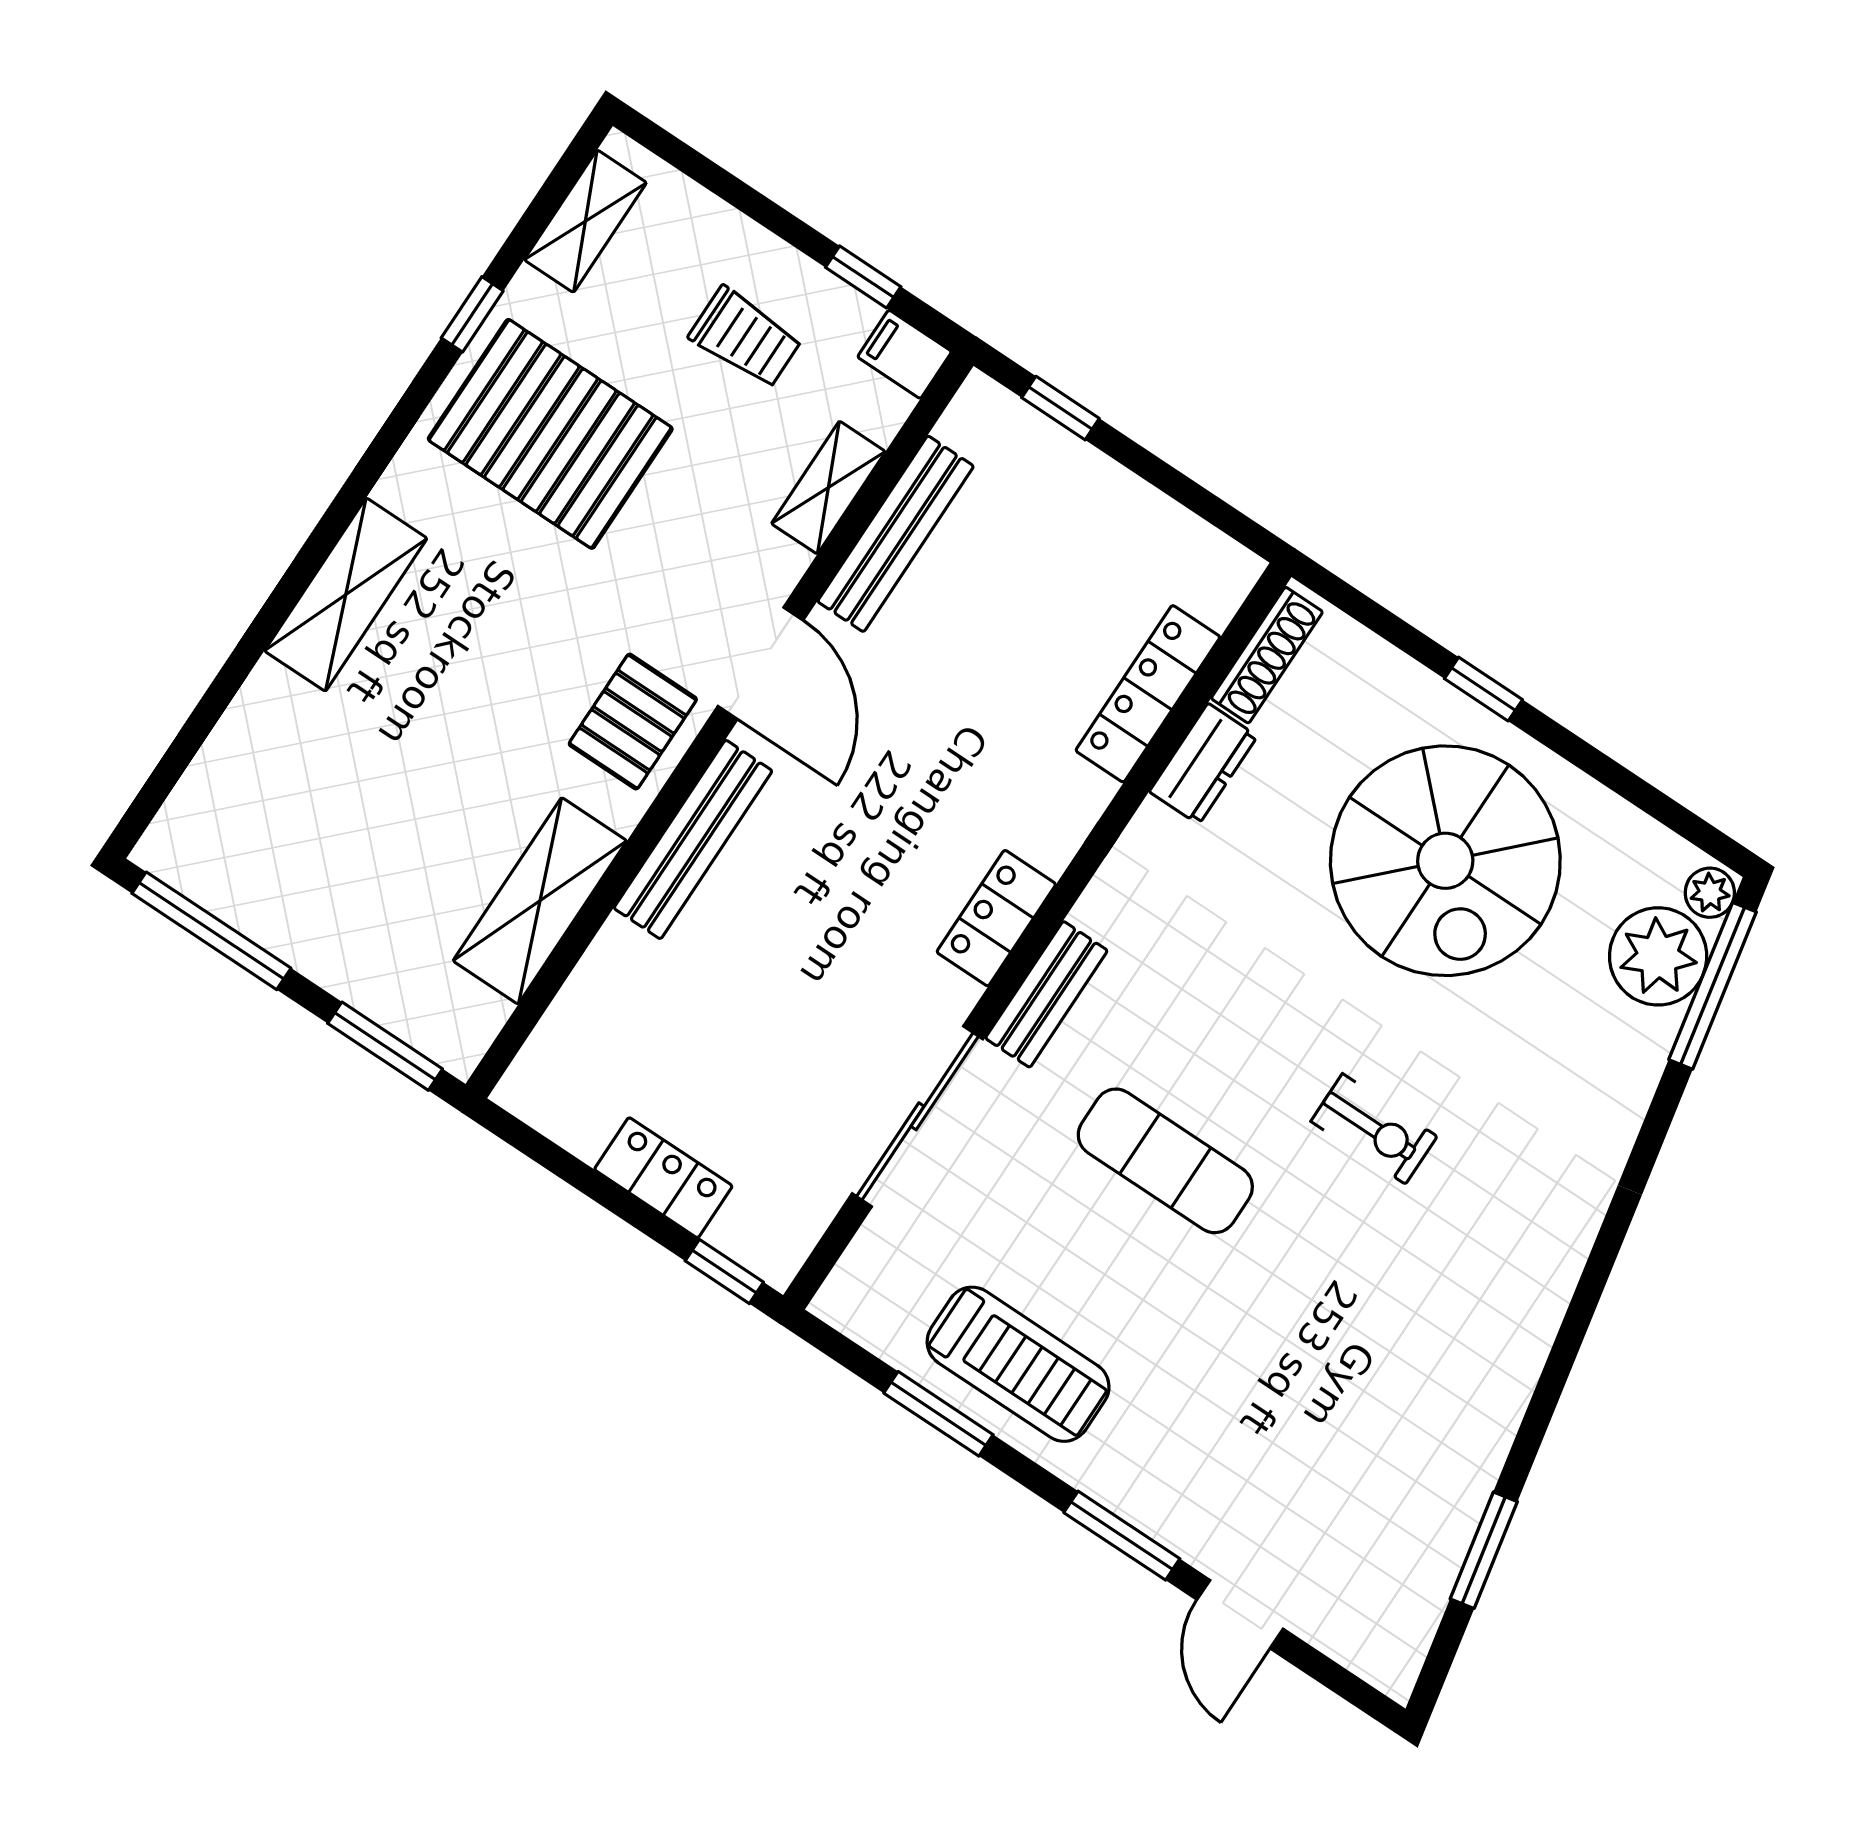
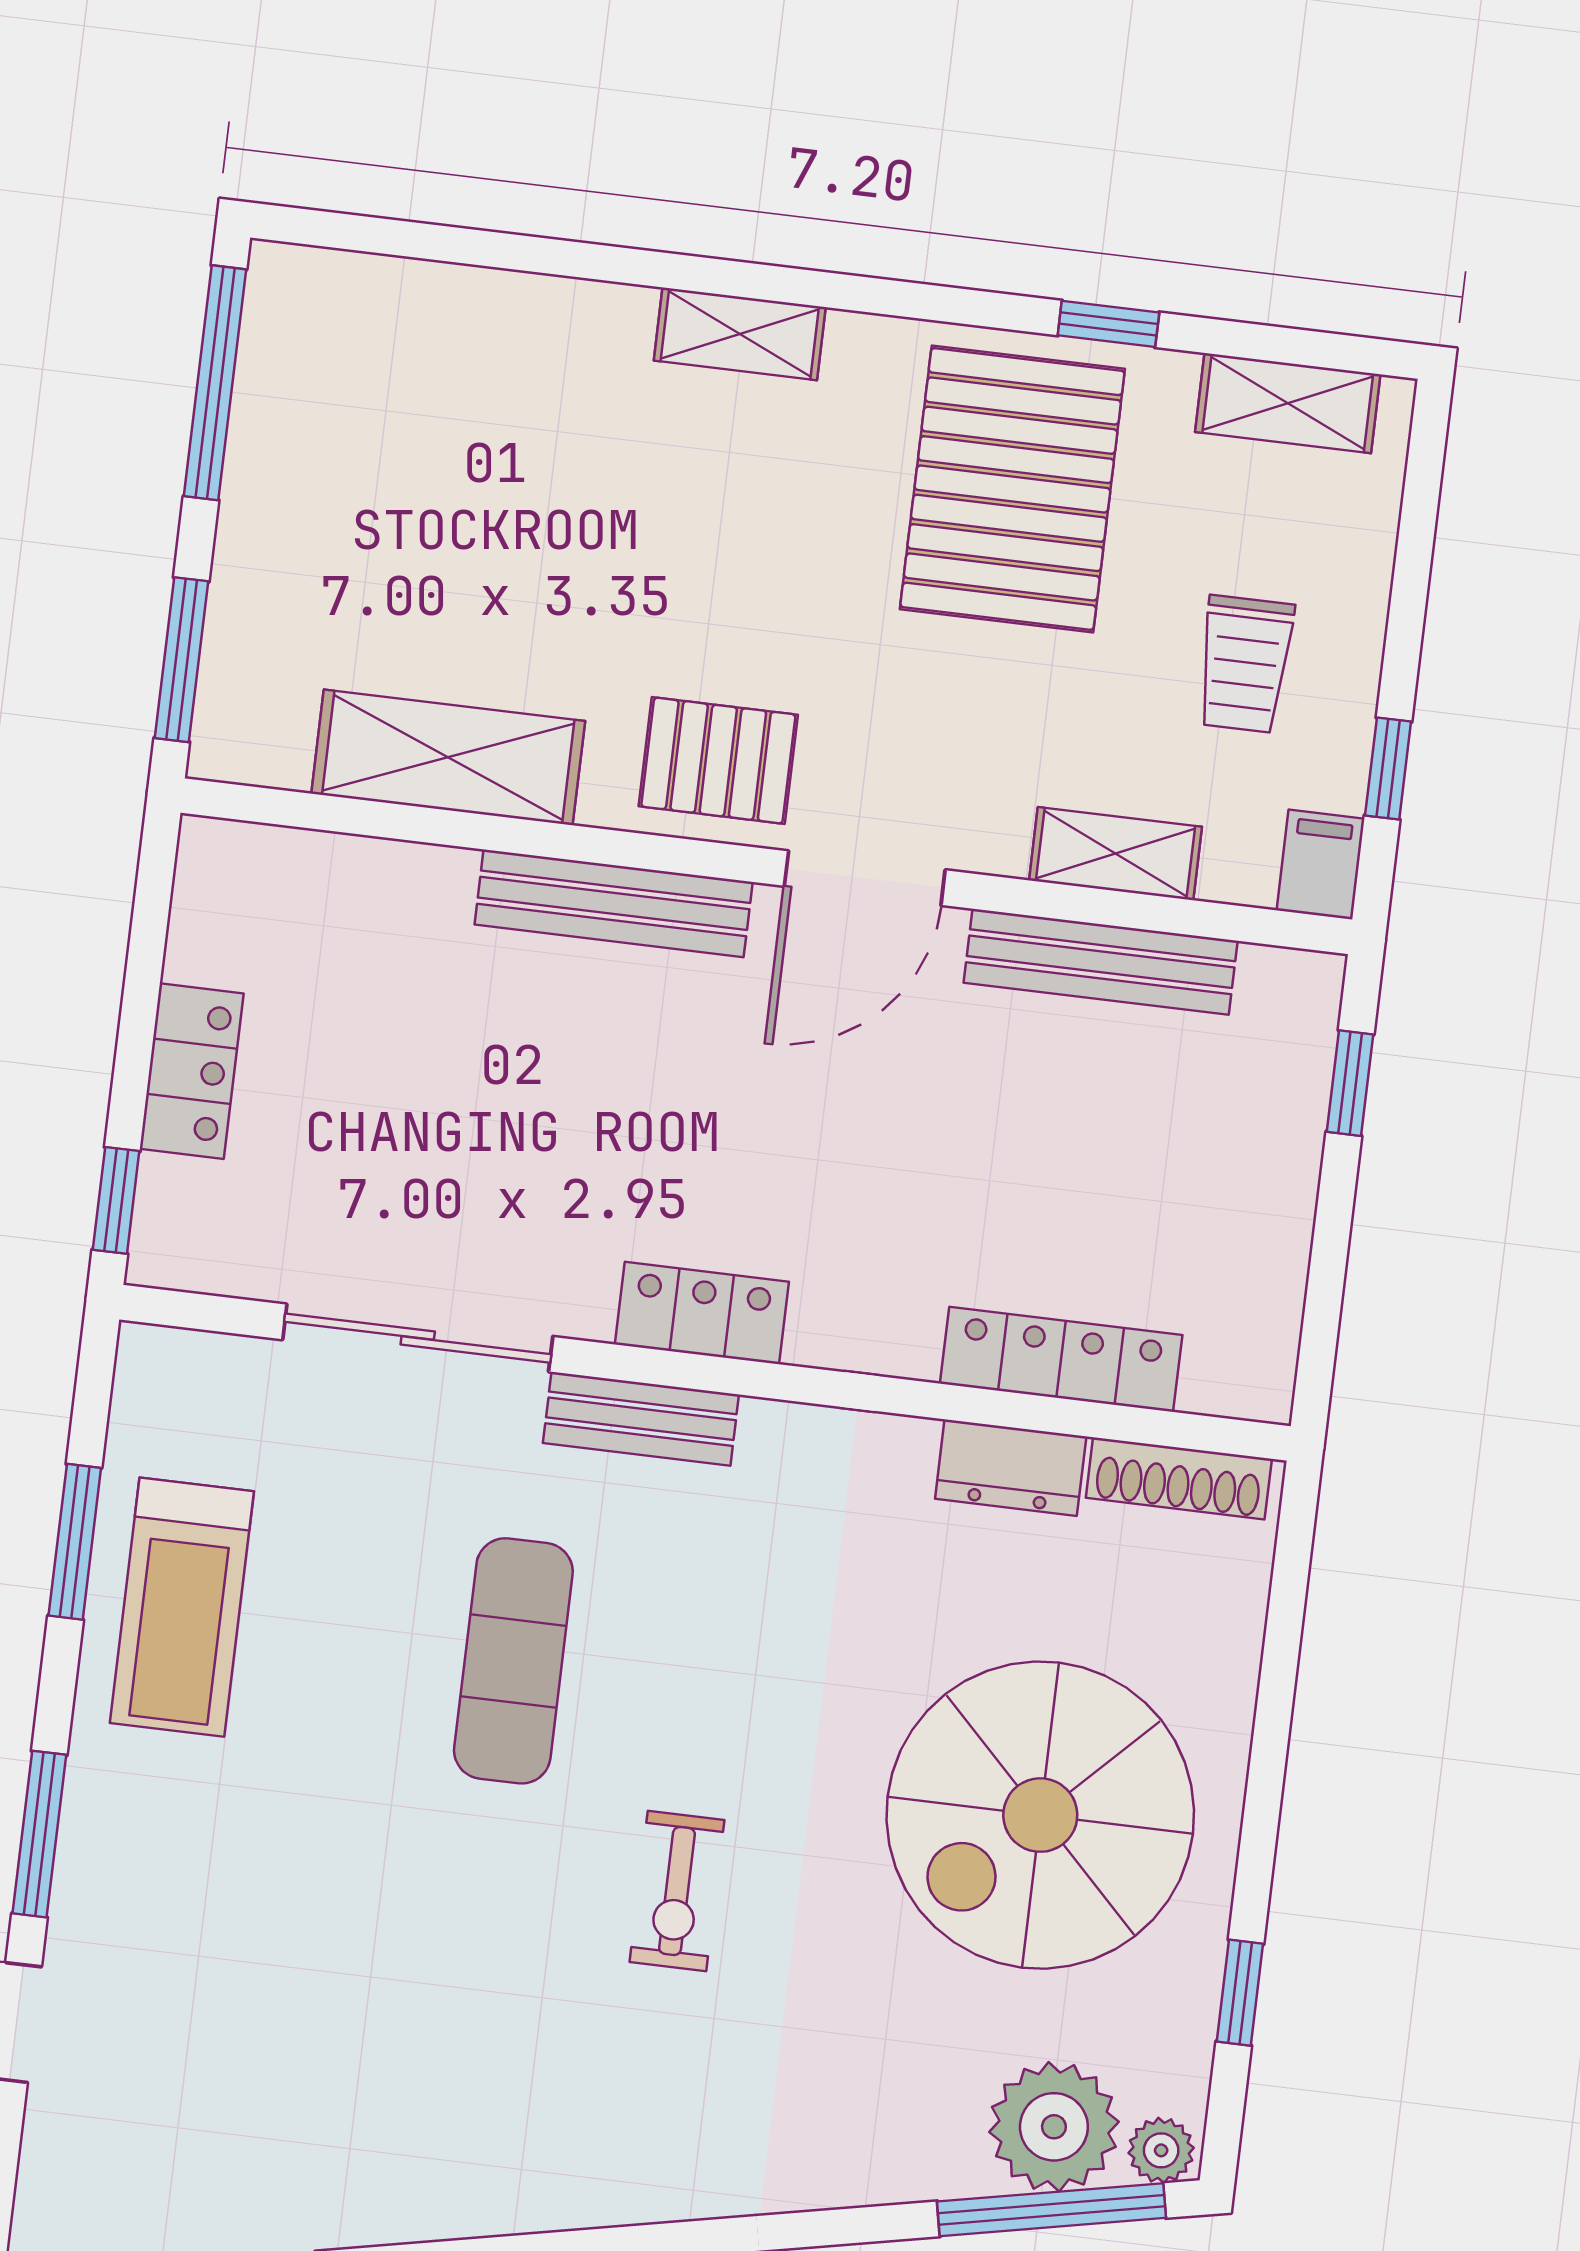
shelving: (346, 595) -> (740, 334), width x0.67, depth x0.75
window: (1483, 689) -> (1240, 1993), moved

